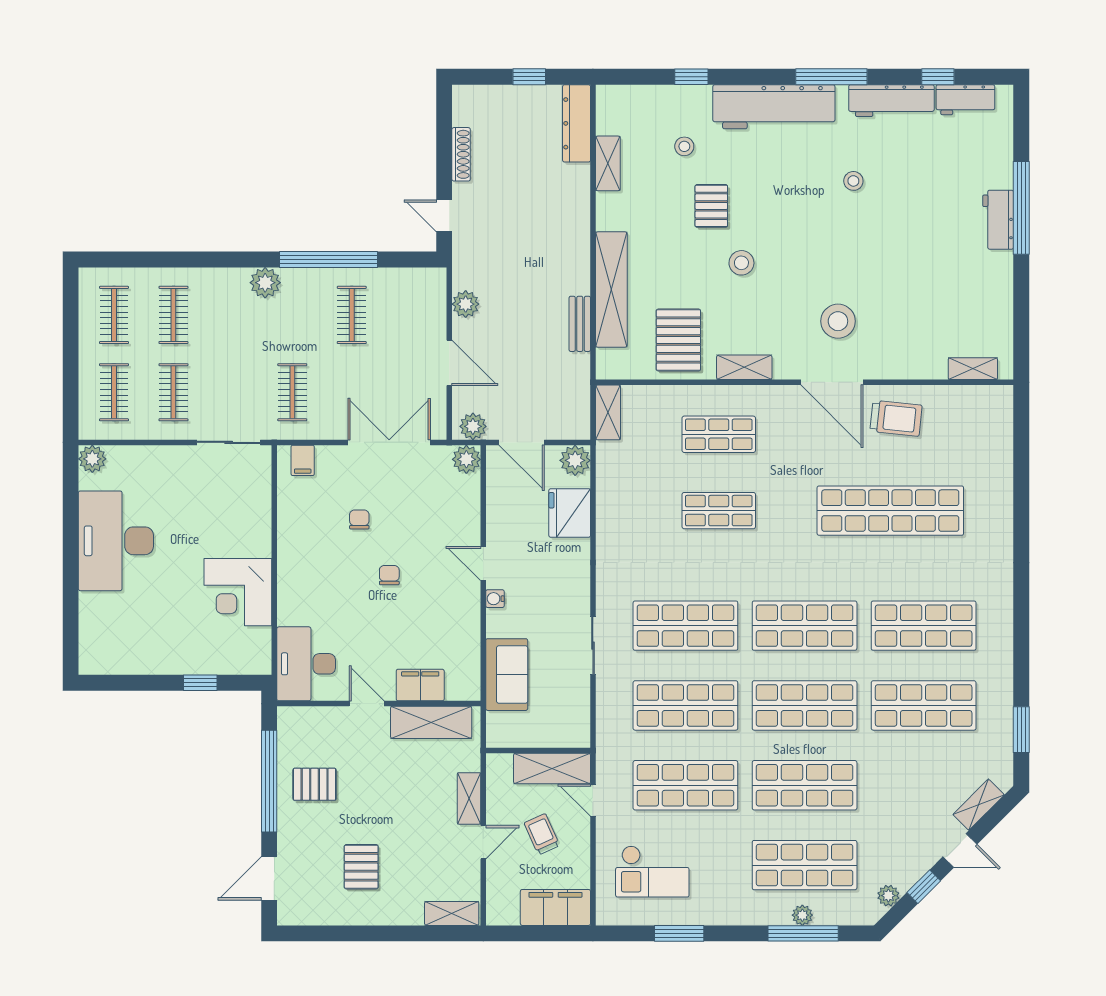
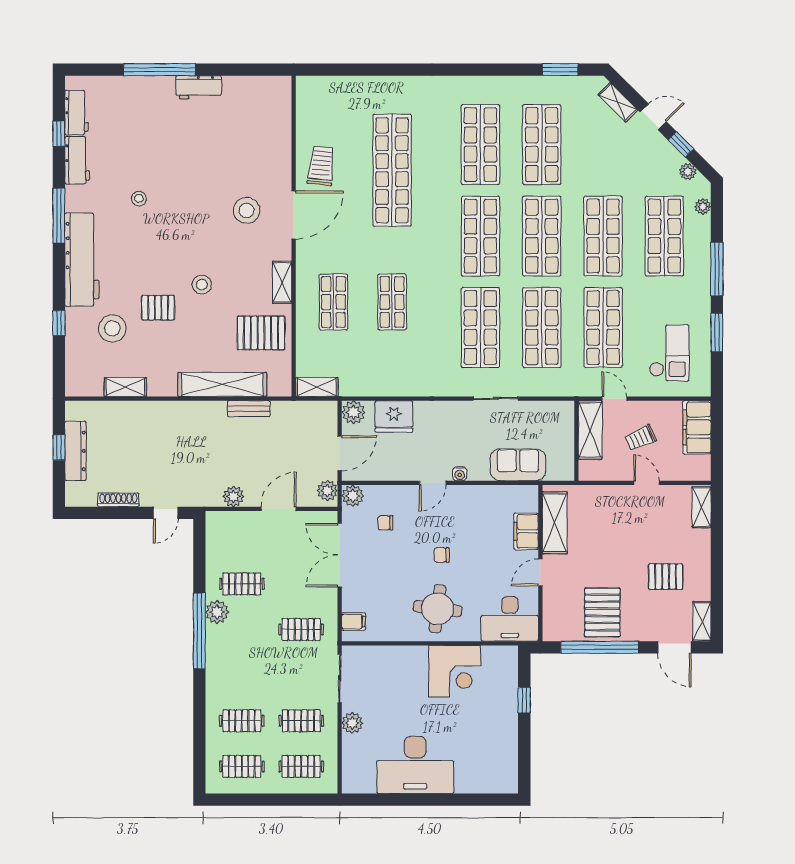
workbench: (891, 101) -> (77, 160), width x0.73
dresser: (577, 123) -> (75, 451), moved, turned -90
stool: (684, 146) -> (112, 328), width x1.89, depth x1.89
workbench: (998, 220) -> (199, 87), moved
window: (328, 260) -> (199, 631), moved
plant: (265, 283) -> (217, 612), moved
shelving: (973, 369) -> (283, 107), removed
plant: (92, 459) -> (352, 723), moved
chair: (359, 520) -> (385, 523), moved
round table: (319, 570) -> (438, 609), added
pallet: (315, 784) -> (602, 612), width x1.50, depth x1.42
shelving: (469, 798) -> (702, 621), moved, turned 90
door: (593, 800) -> (614, 399), swing flipped
door: (960, 851) -> (653, 117), hinge flipped
plant: (802, 915) -> (703, 207), moved
window: (803, 933) -> (717, 269), moved

